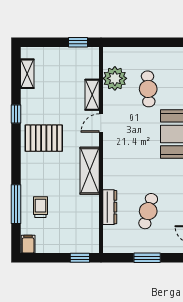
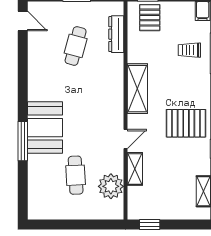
trolley: (40, 207) -> (189, 50), turned 90
dresser: (110, 207) -> (116, 34), moved
pallet: (78, 238) -> (150, 18), added

